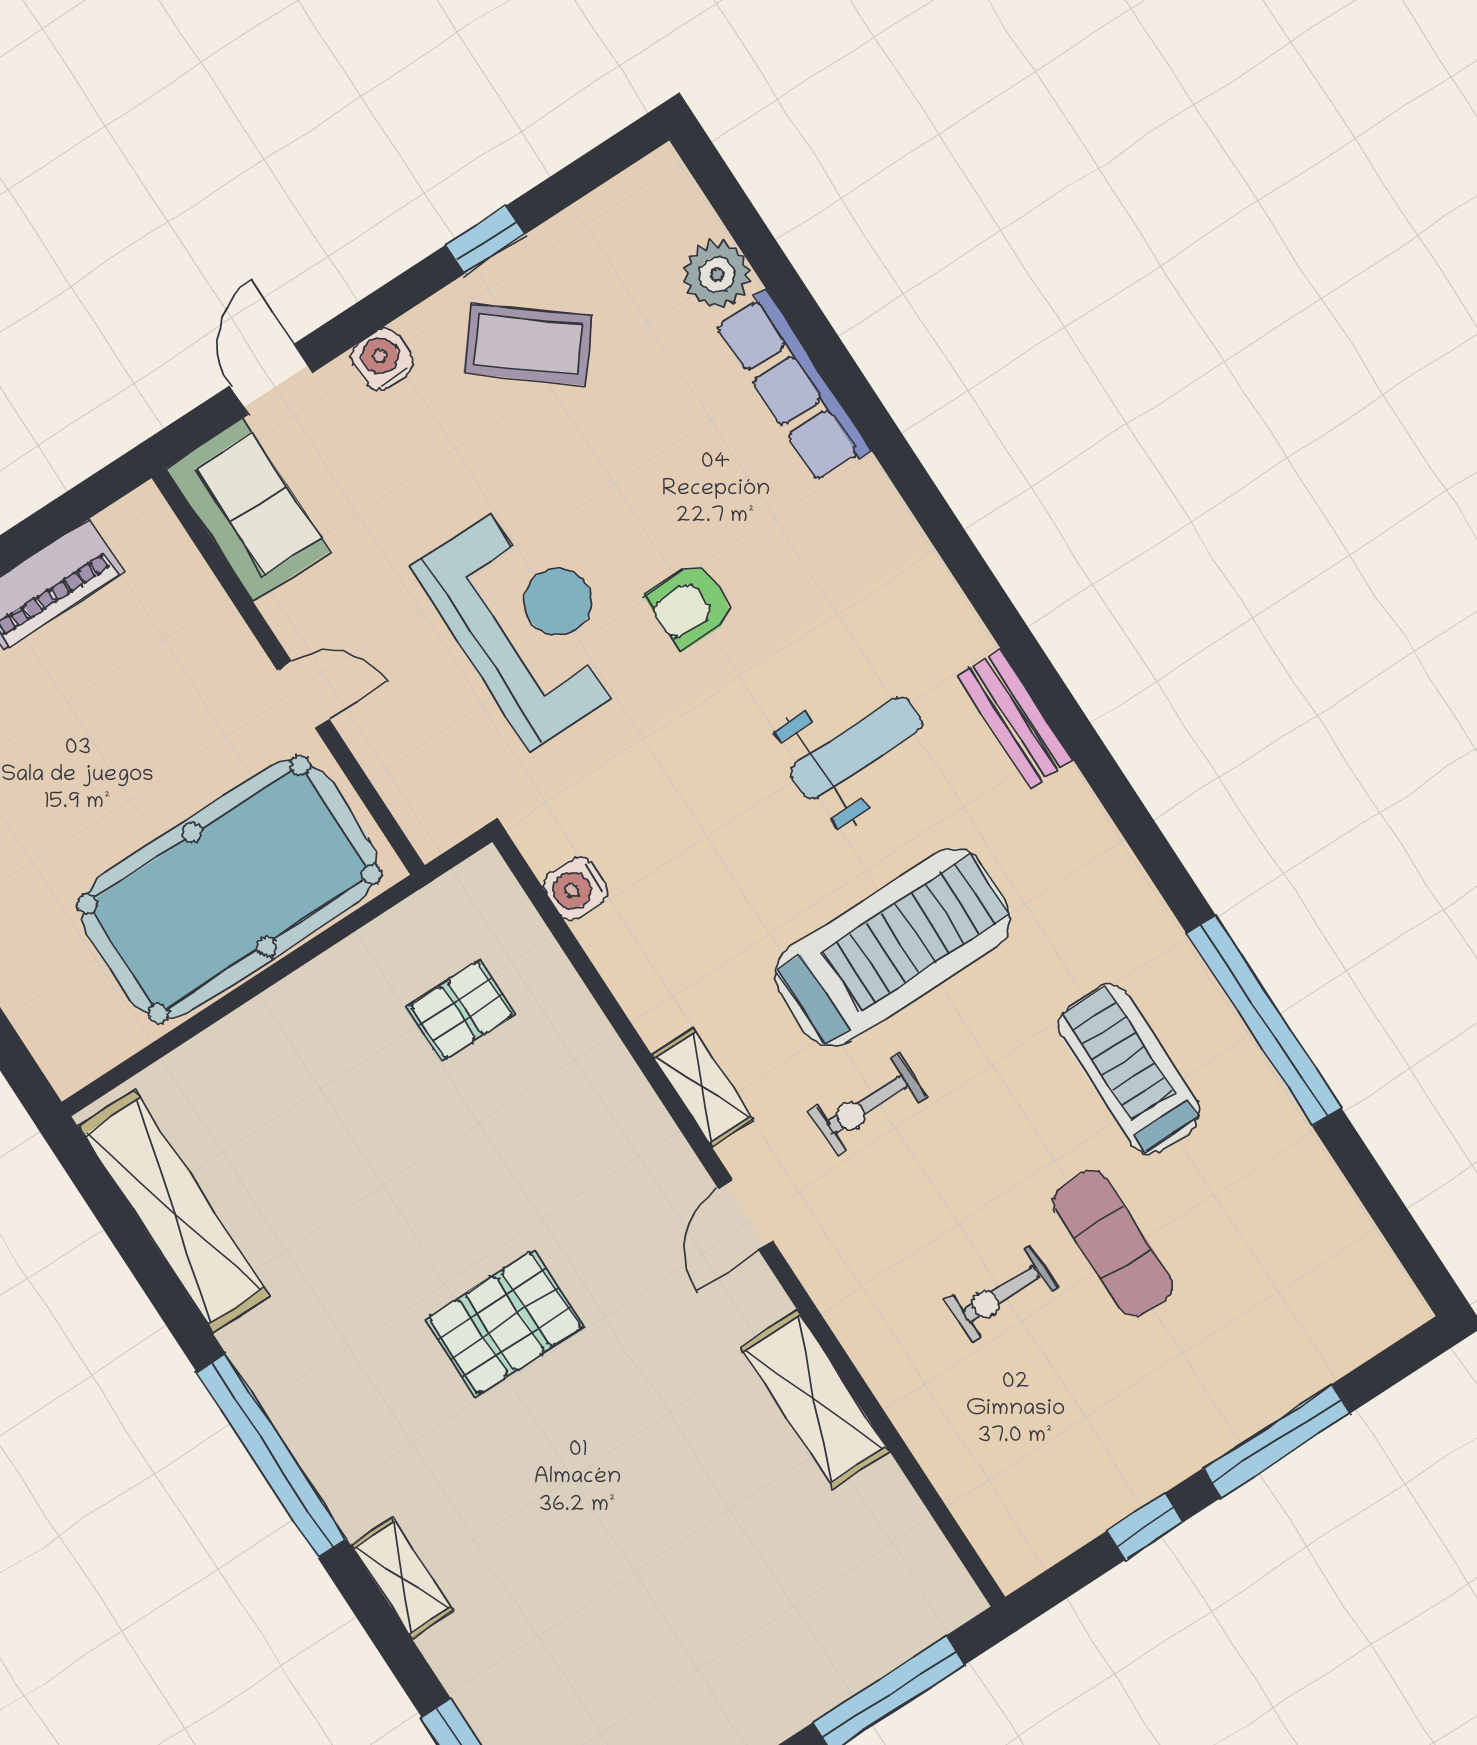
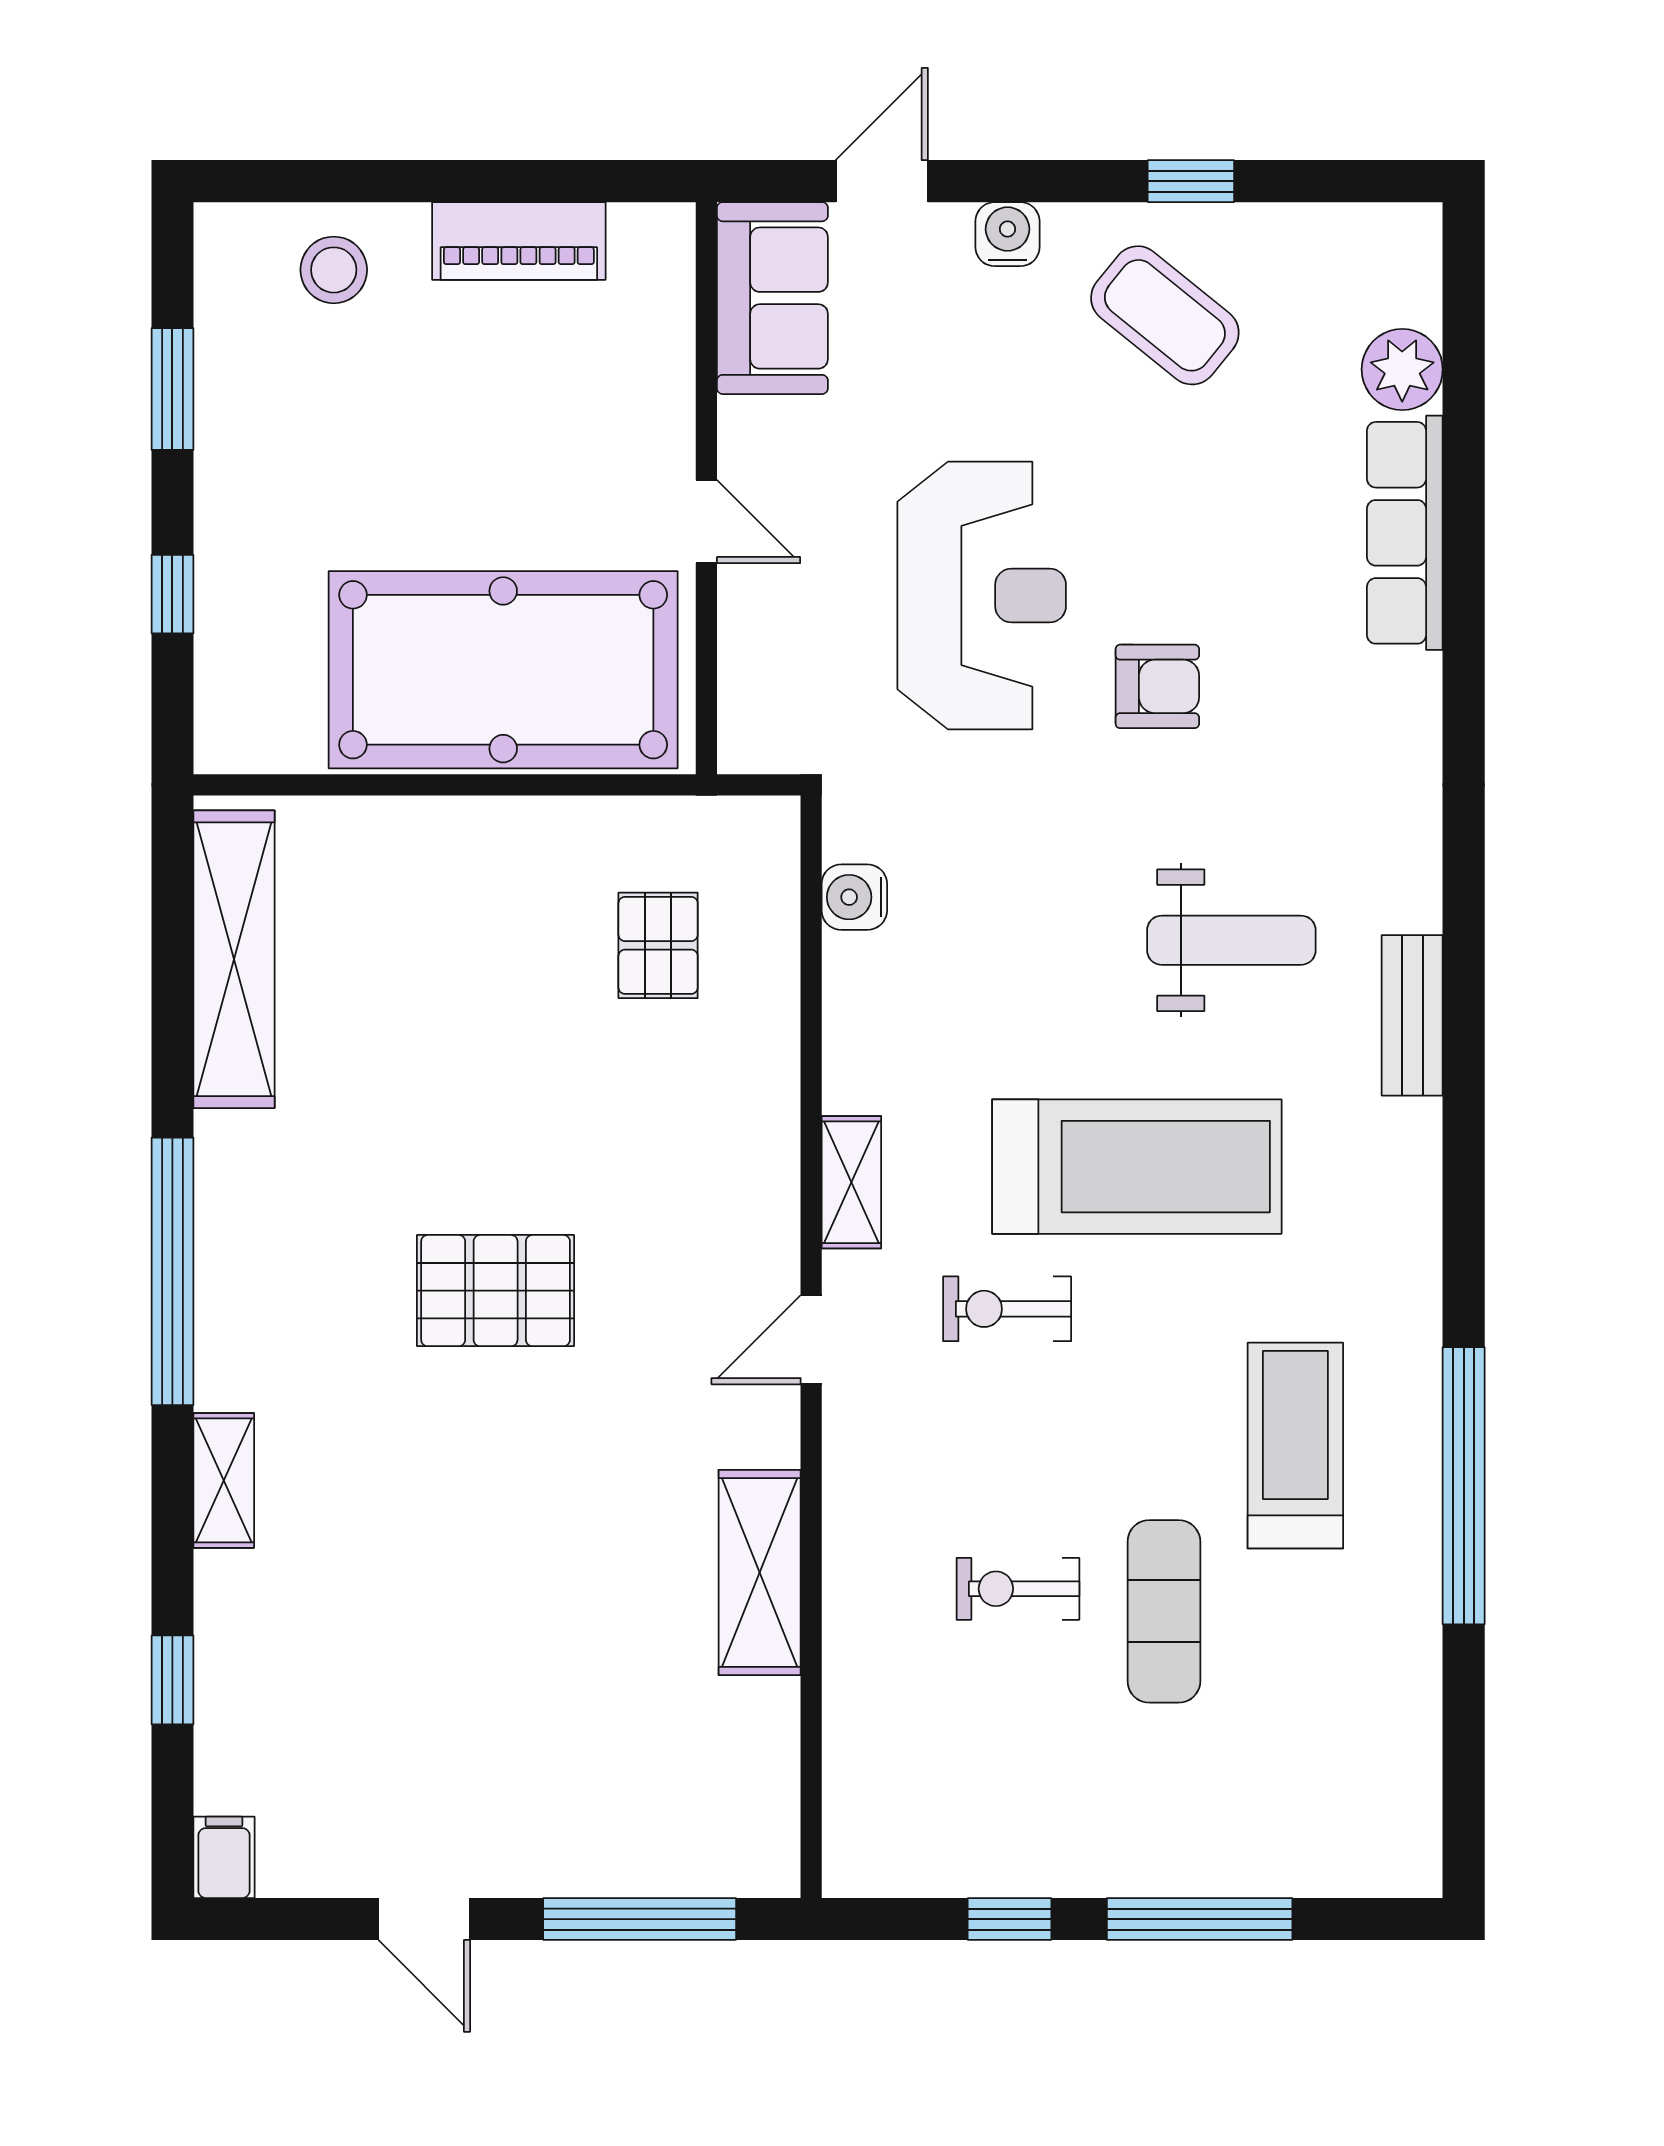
armchair: (690, 605) -> (1157, 686), turned 180
pallet: (461, 1010) -> (658, 945), turned 90

